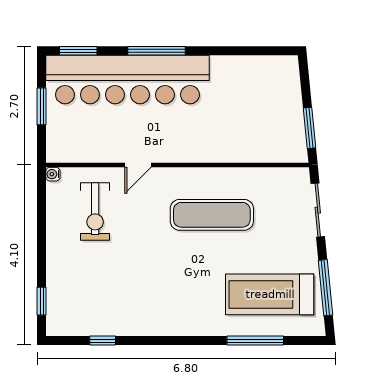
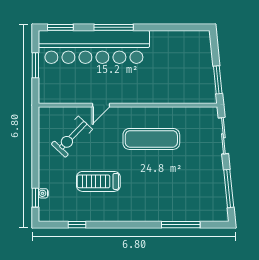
water cooler: (53, 174) -> (43, 193), moved
exercise bike: (95, 212) -> (72, 137), turned 44
treadmill: (270, 294) -> (98, 181), moved, width x0.73, depth x0.73

